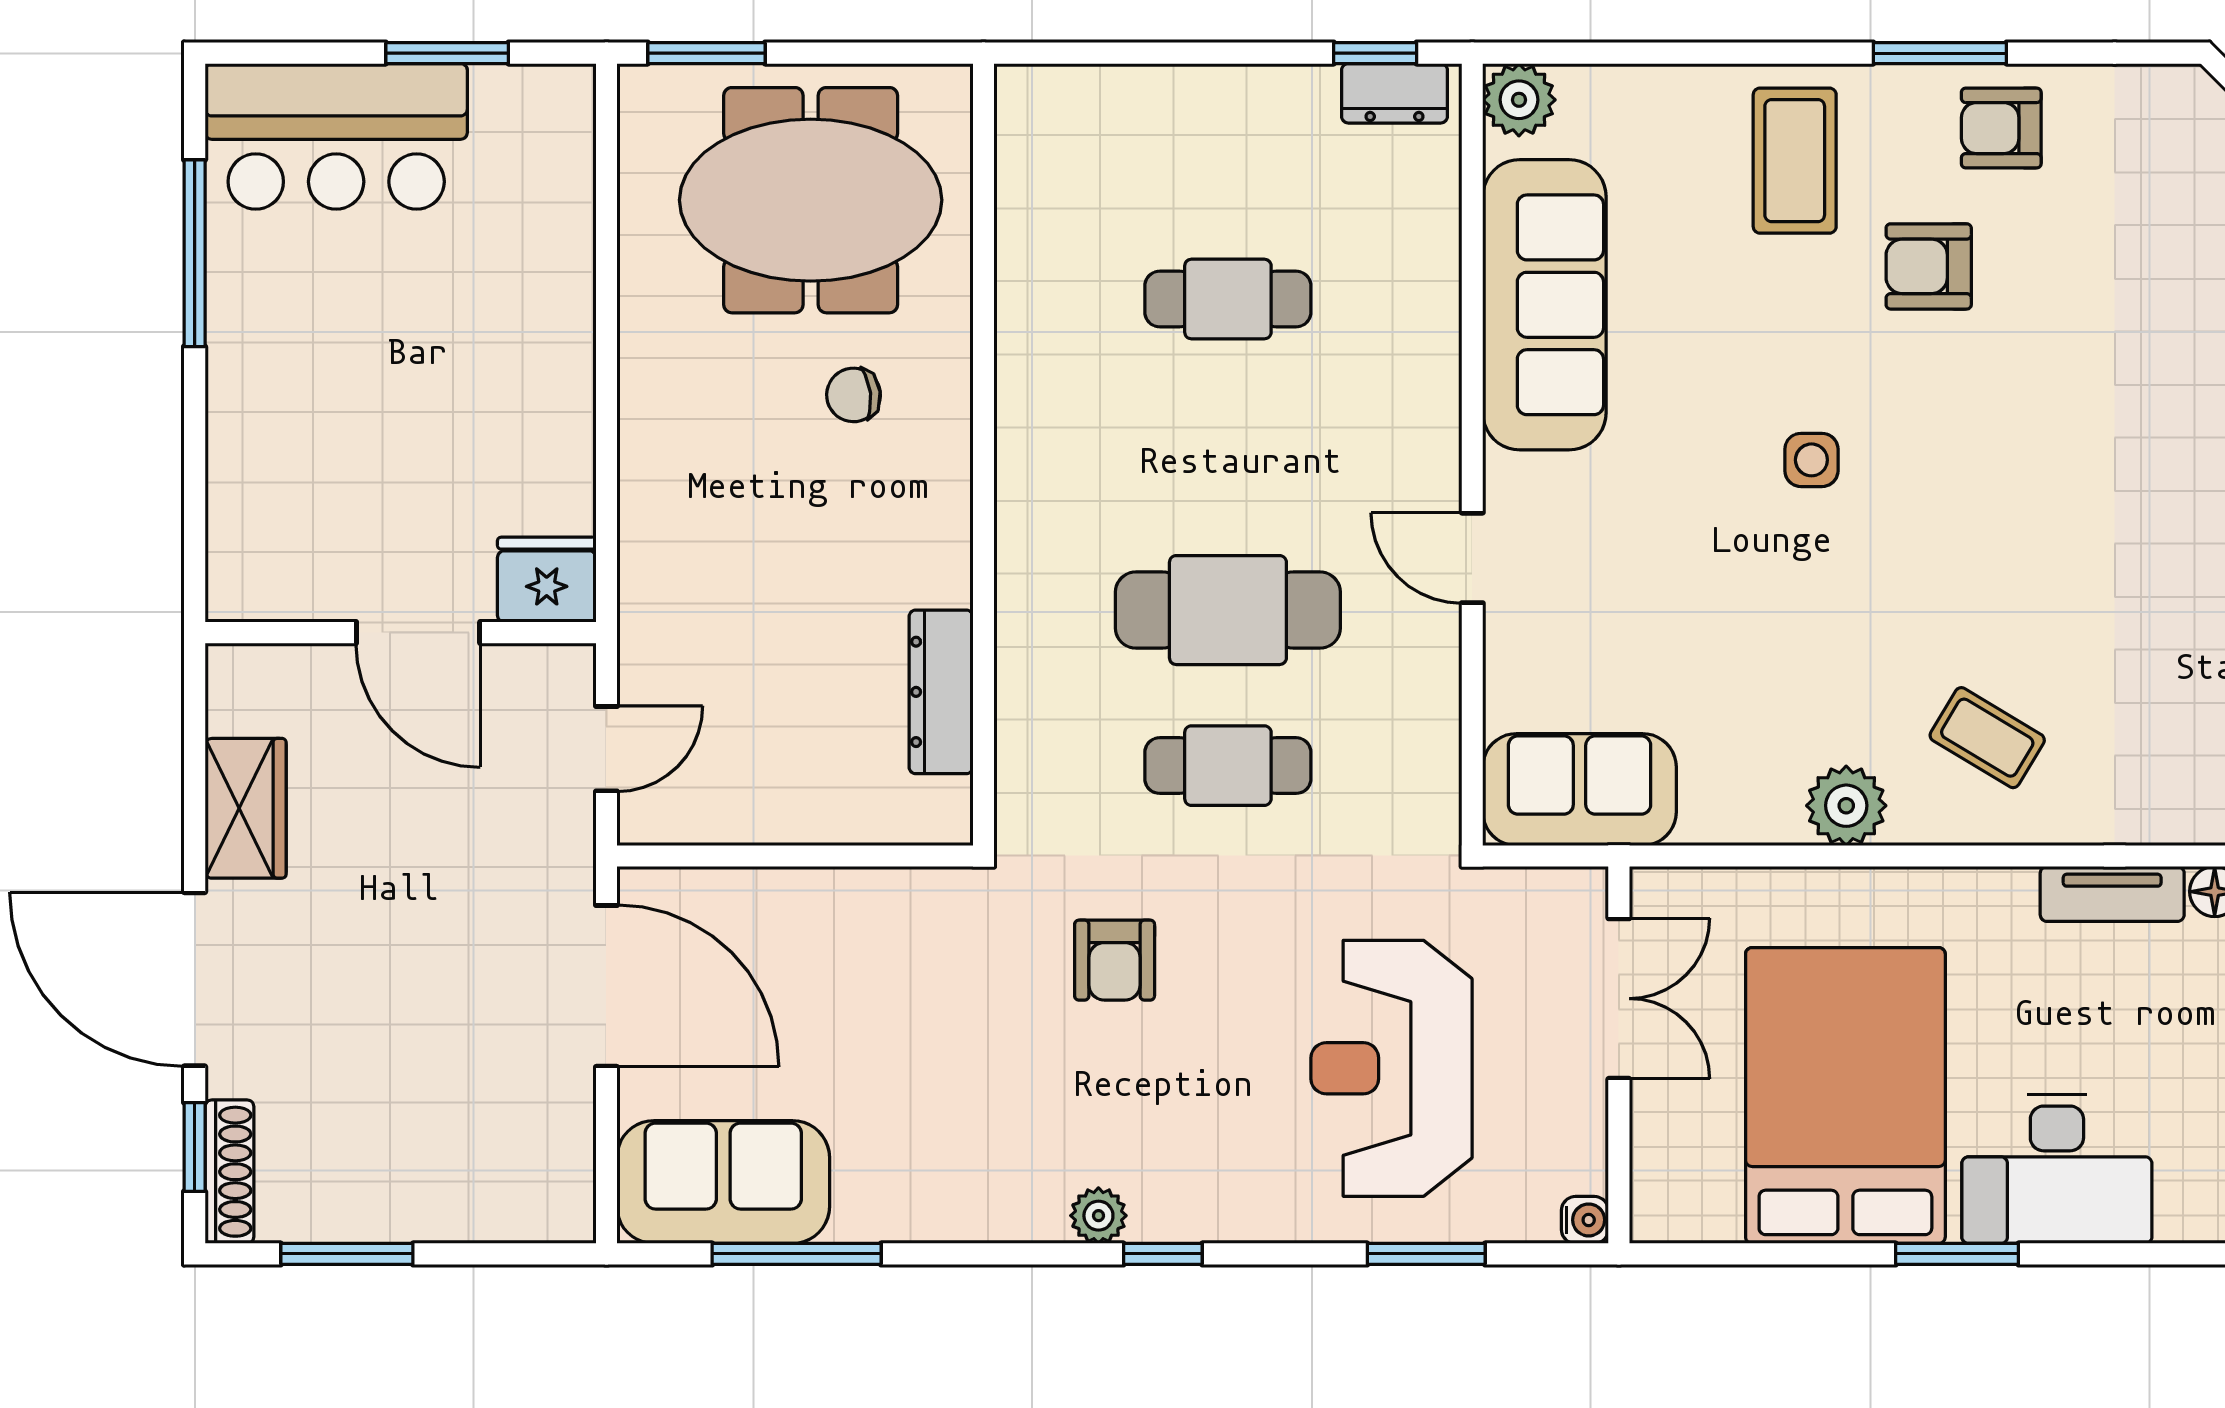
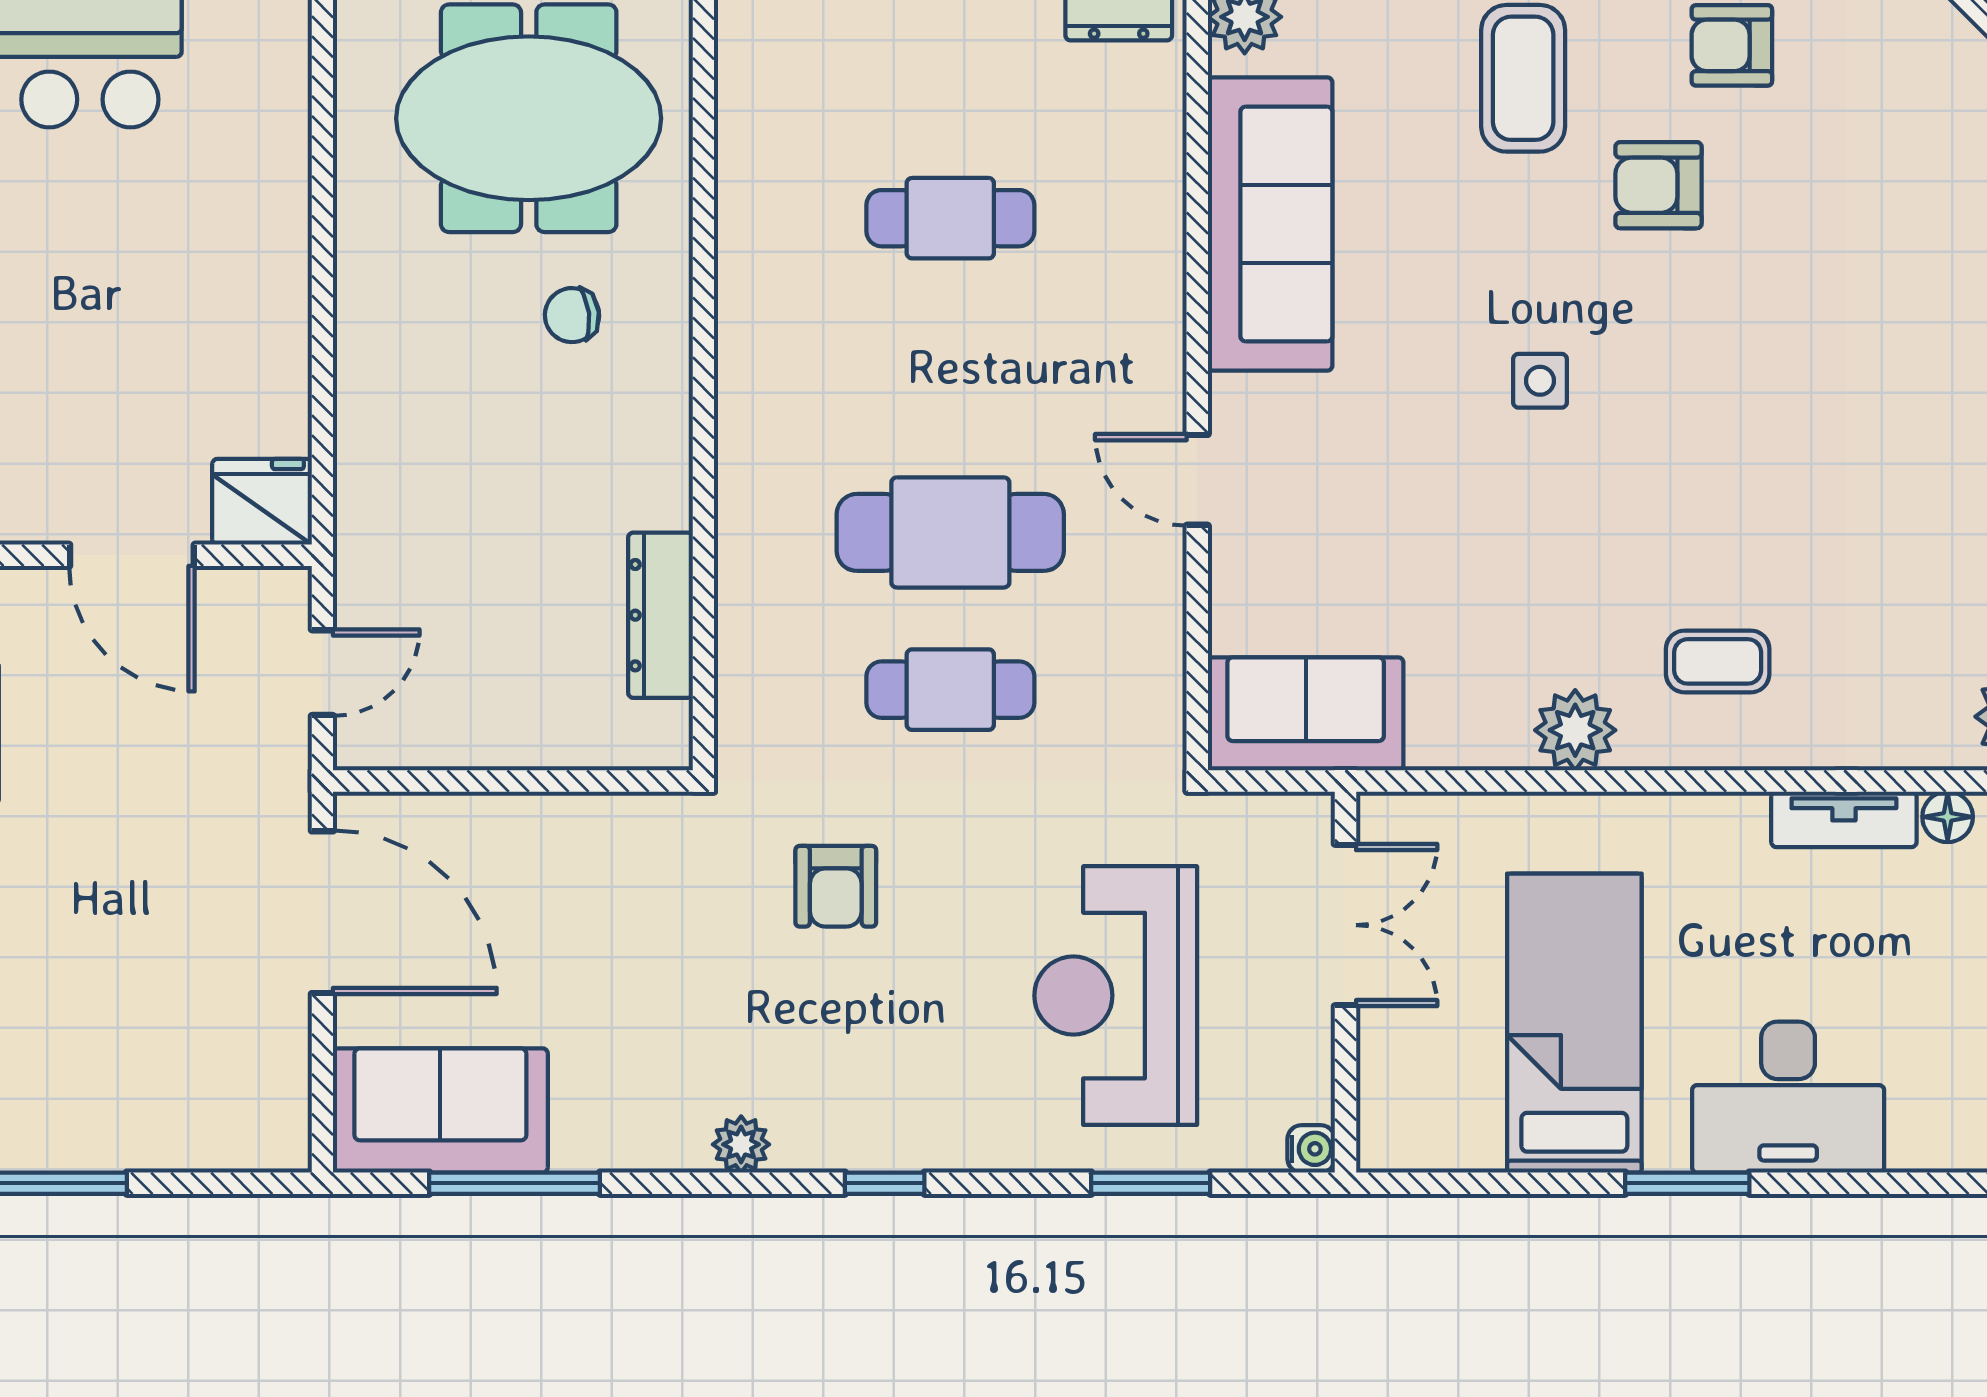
coffee table: (1987, 738) -> (1718, 661), turned -31
bed: (1845, 1096) -> (1574, 1023), width x0.67
plant: (1098, 1216) -> (741, 1144), moved

